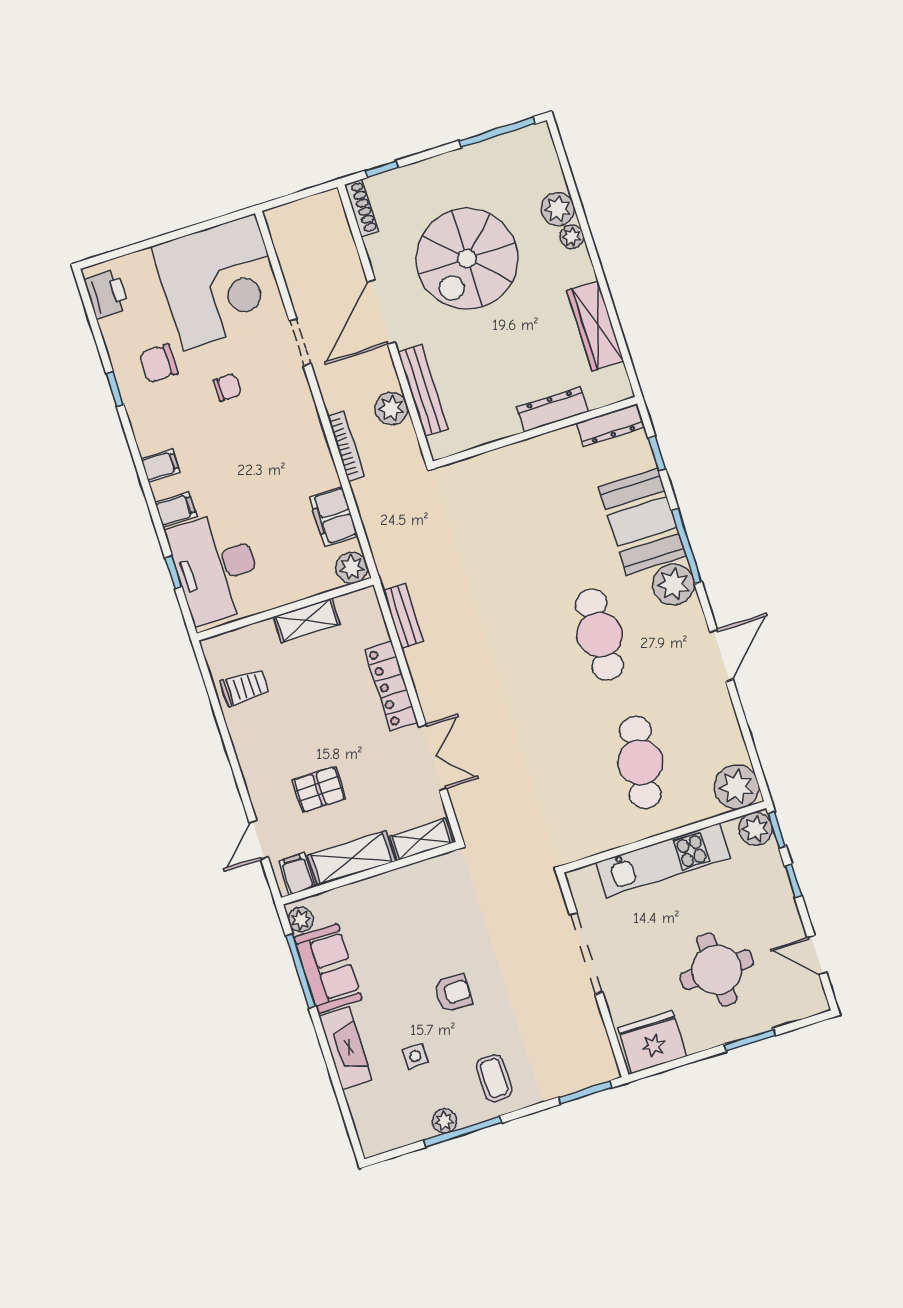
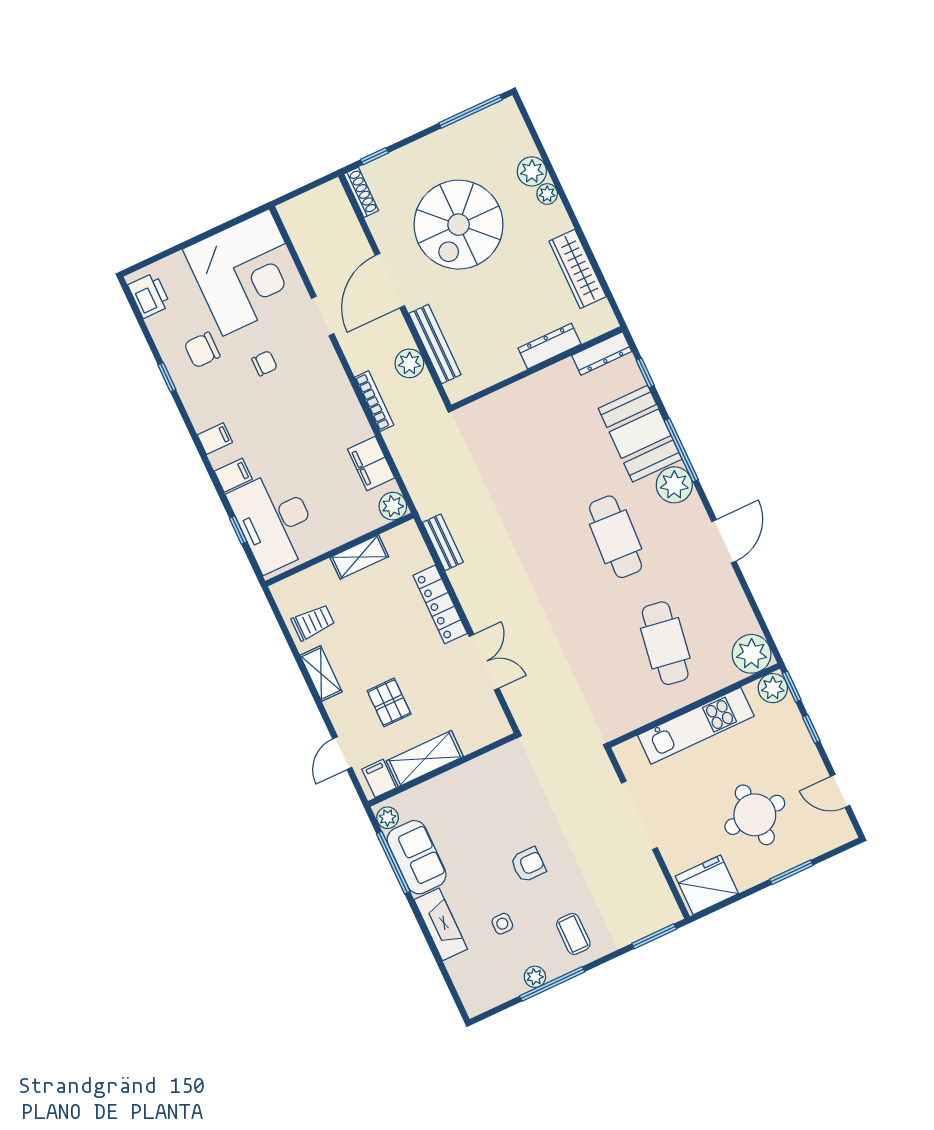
pallet: (319, 789) -> (389, 702), turned 90
shelving: (421, 839) -> (321, 674), moved, turned 90

